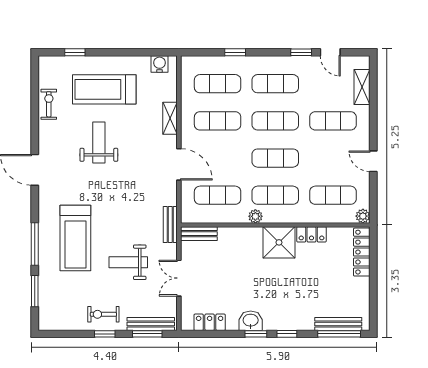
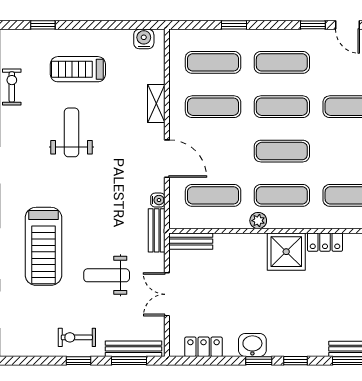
treadmill: (104, 89) -> (78, 69), width x0.73, depth x0.73
water cooler: (171, 199) -> (158, 200), added

